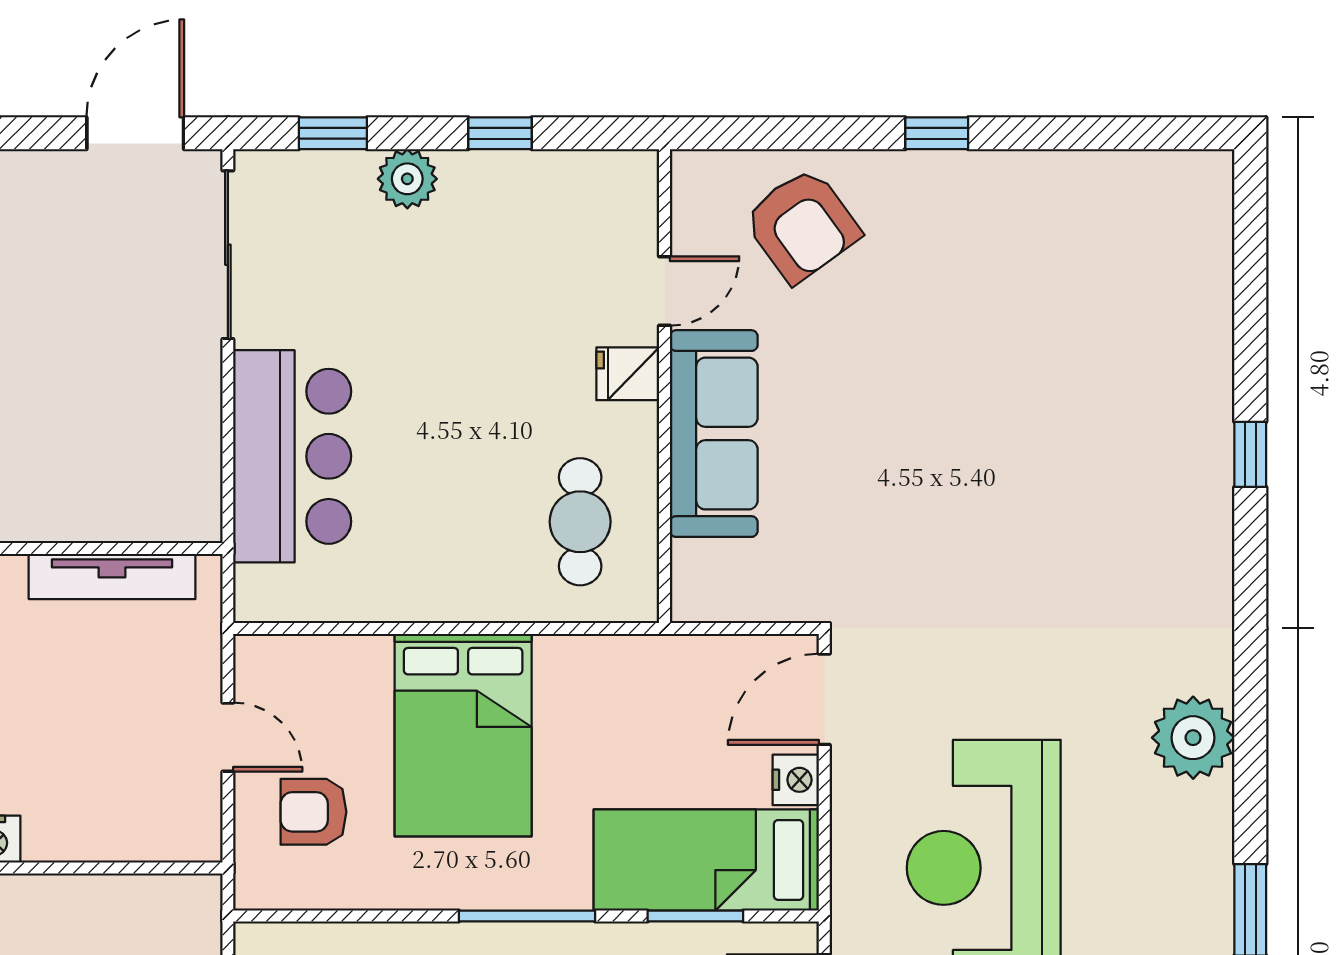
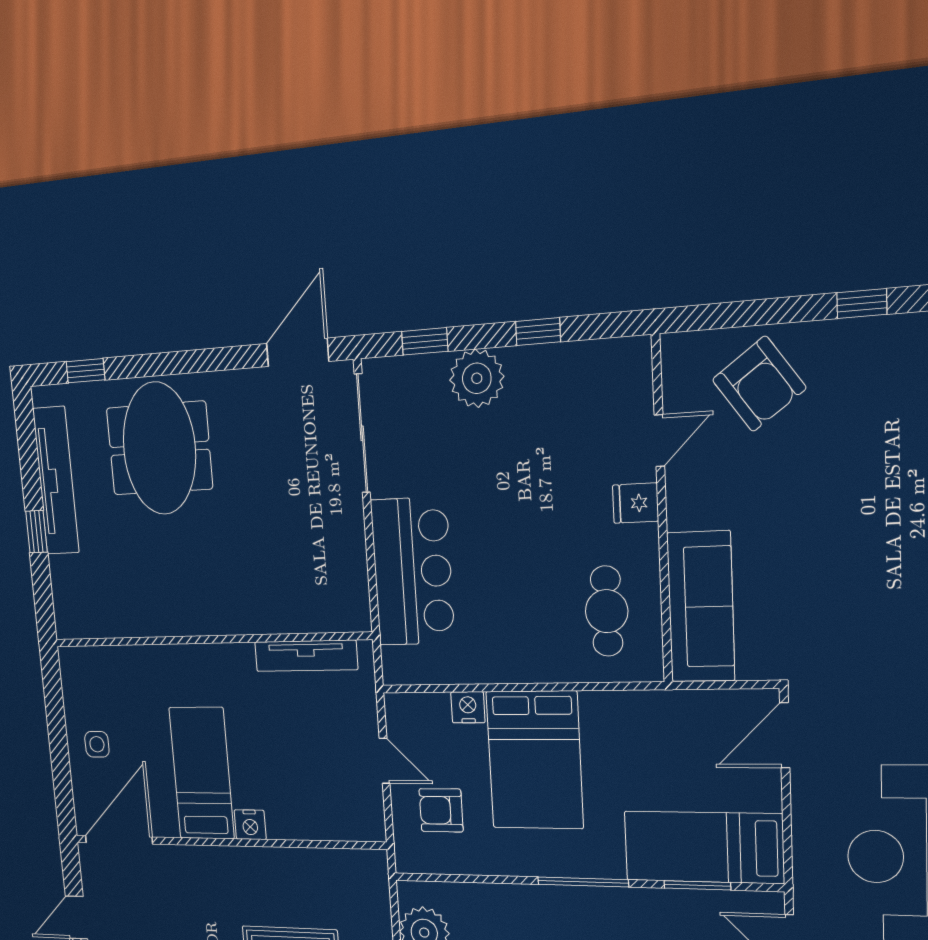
plant: (407, 179) -> (477, 378), width x1.36, depth x1.36
sofa: (714, 434) -> (701, 607), moved
nightstand: (796, 780) -> (468, 707), moved, turned -90

